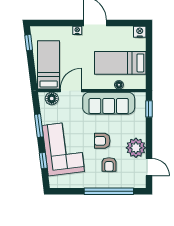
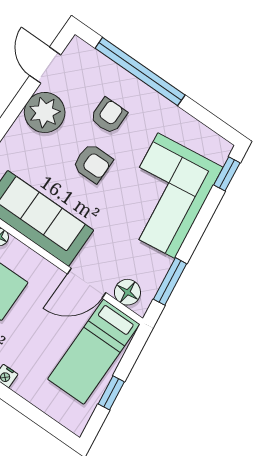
window: (29, 43) -> (111, 393), moved
window: (39, 126) -> (170, 281), moved
window: (43, 160) -> (227, 174), moved

